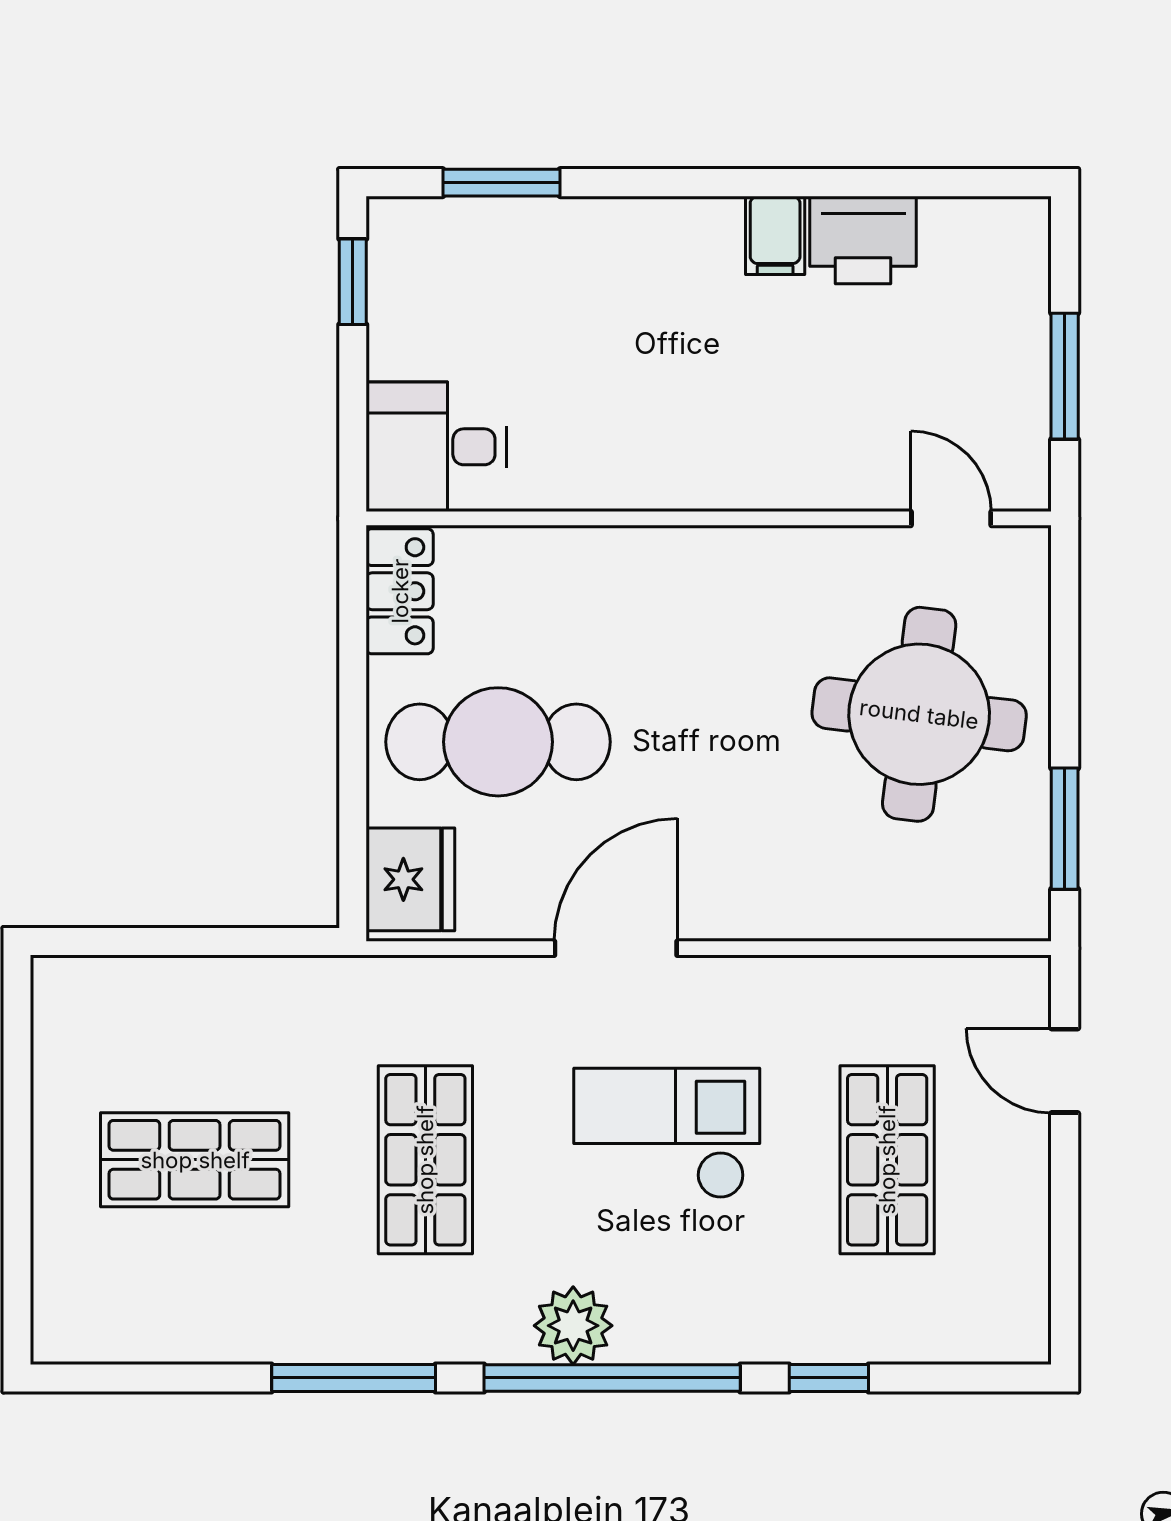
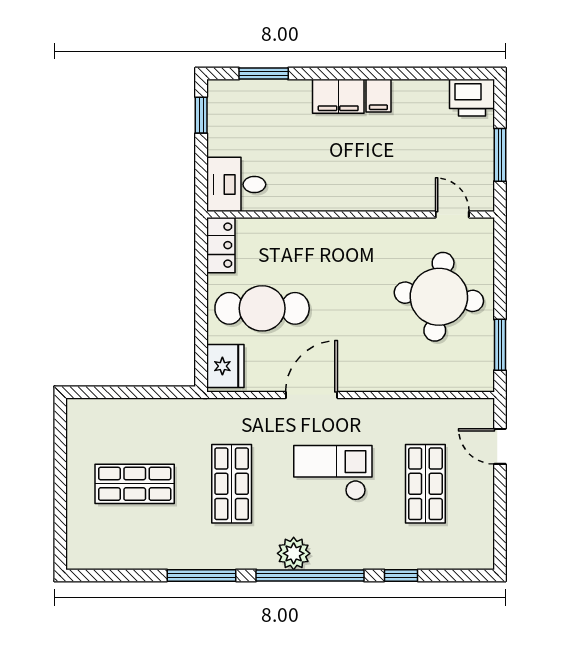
filing cabinet: (679, 237) -> (338, 96), added
printer: (863, 240) -> (472, 98), moved

